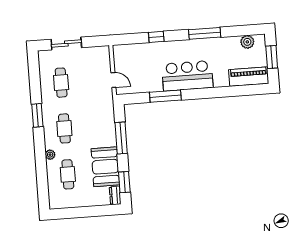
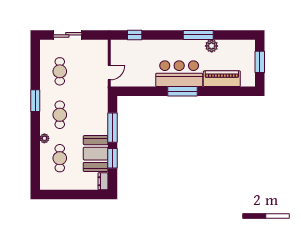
window: (156, 37) -> (135, 35), moved
plant: (247, 42) -> (212, 46), moved
piano: (249, 77) -> (222, 79), moved
door: (113, 80) -> (109, 73), hinge flipped
window: (165, 96) -> (182, 91), moved
window: (124, 182) -> (112, 158), moved

